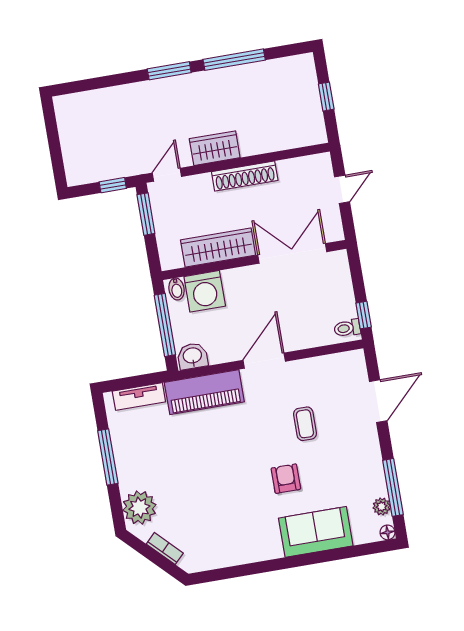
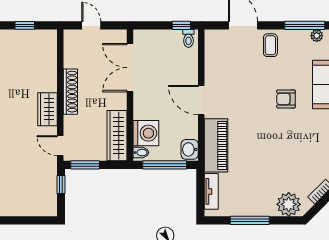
wardrobe: (218, 248) -> (117, 136), moved
coffee table: (305, 424) -> (270, 45), moved, turned 90

